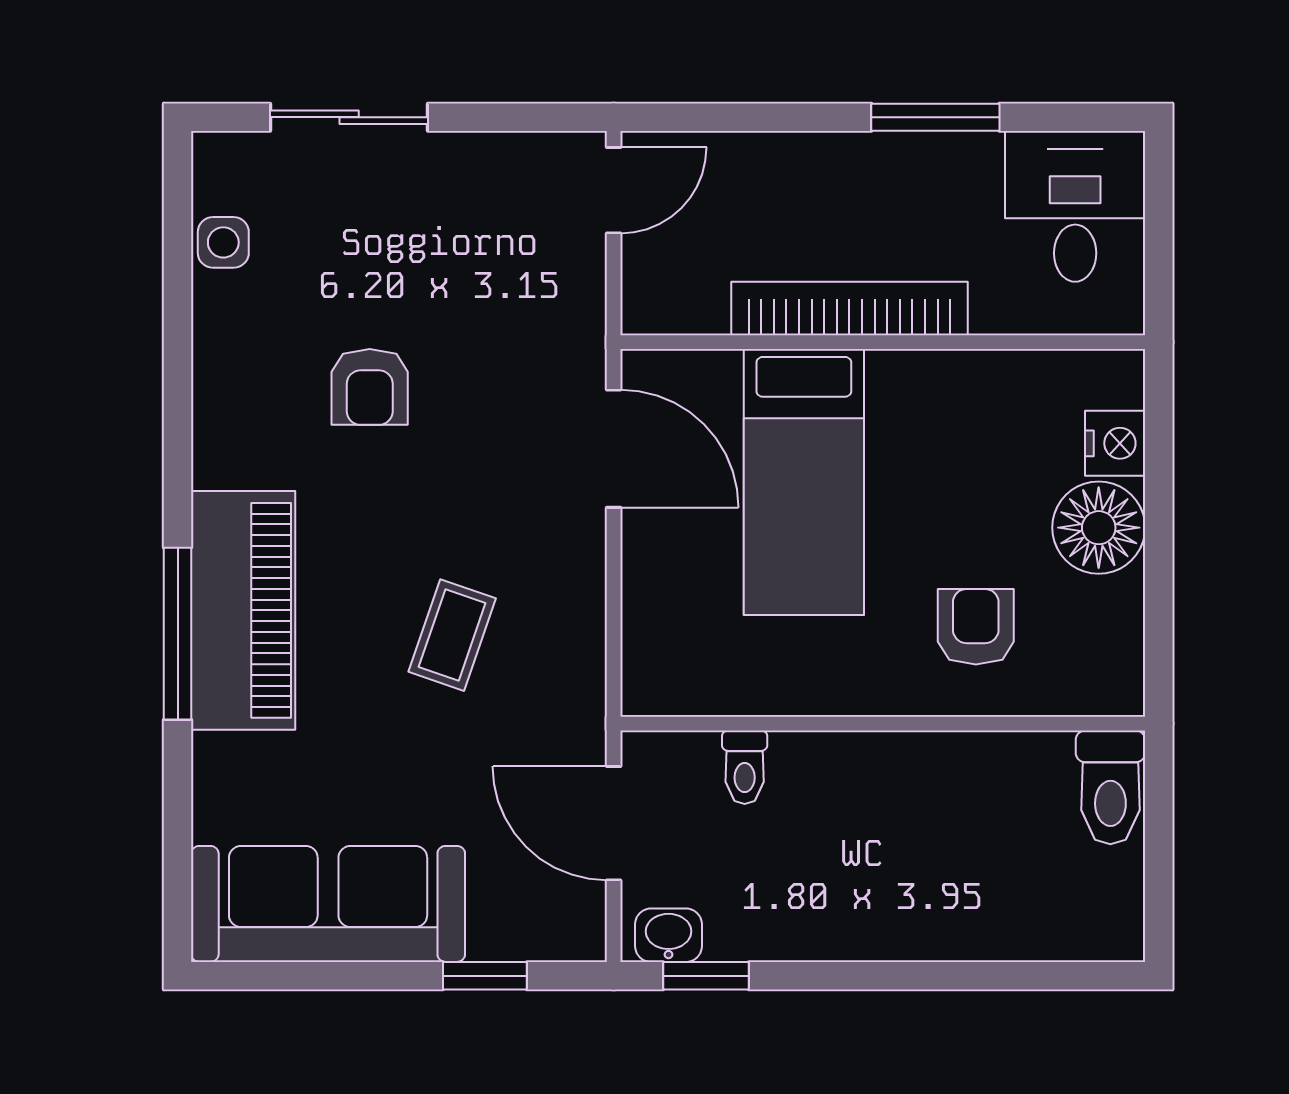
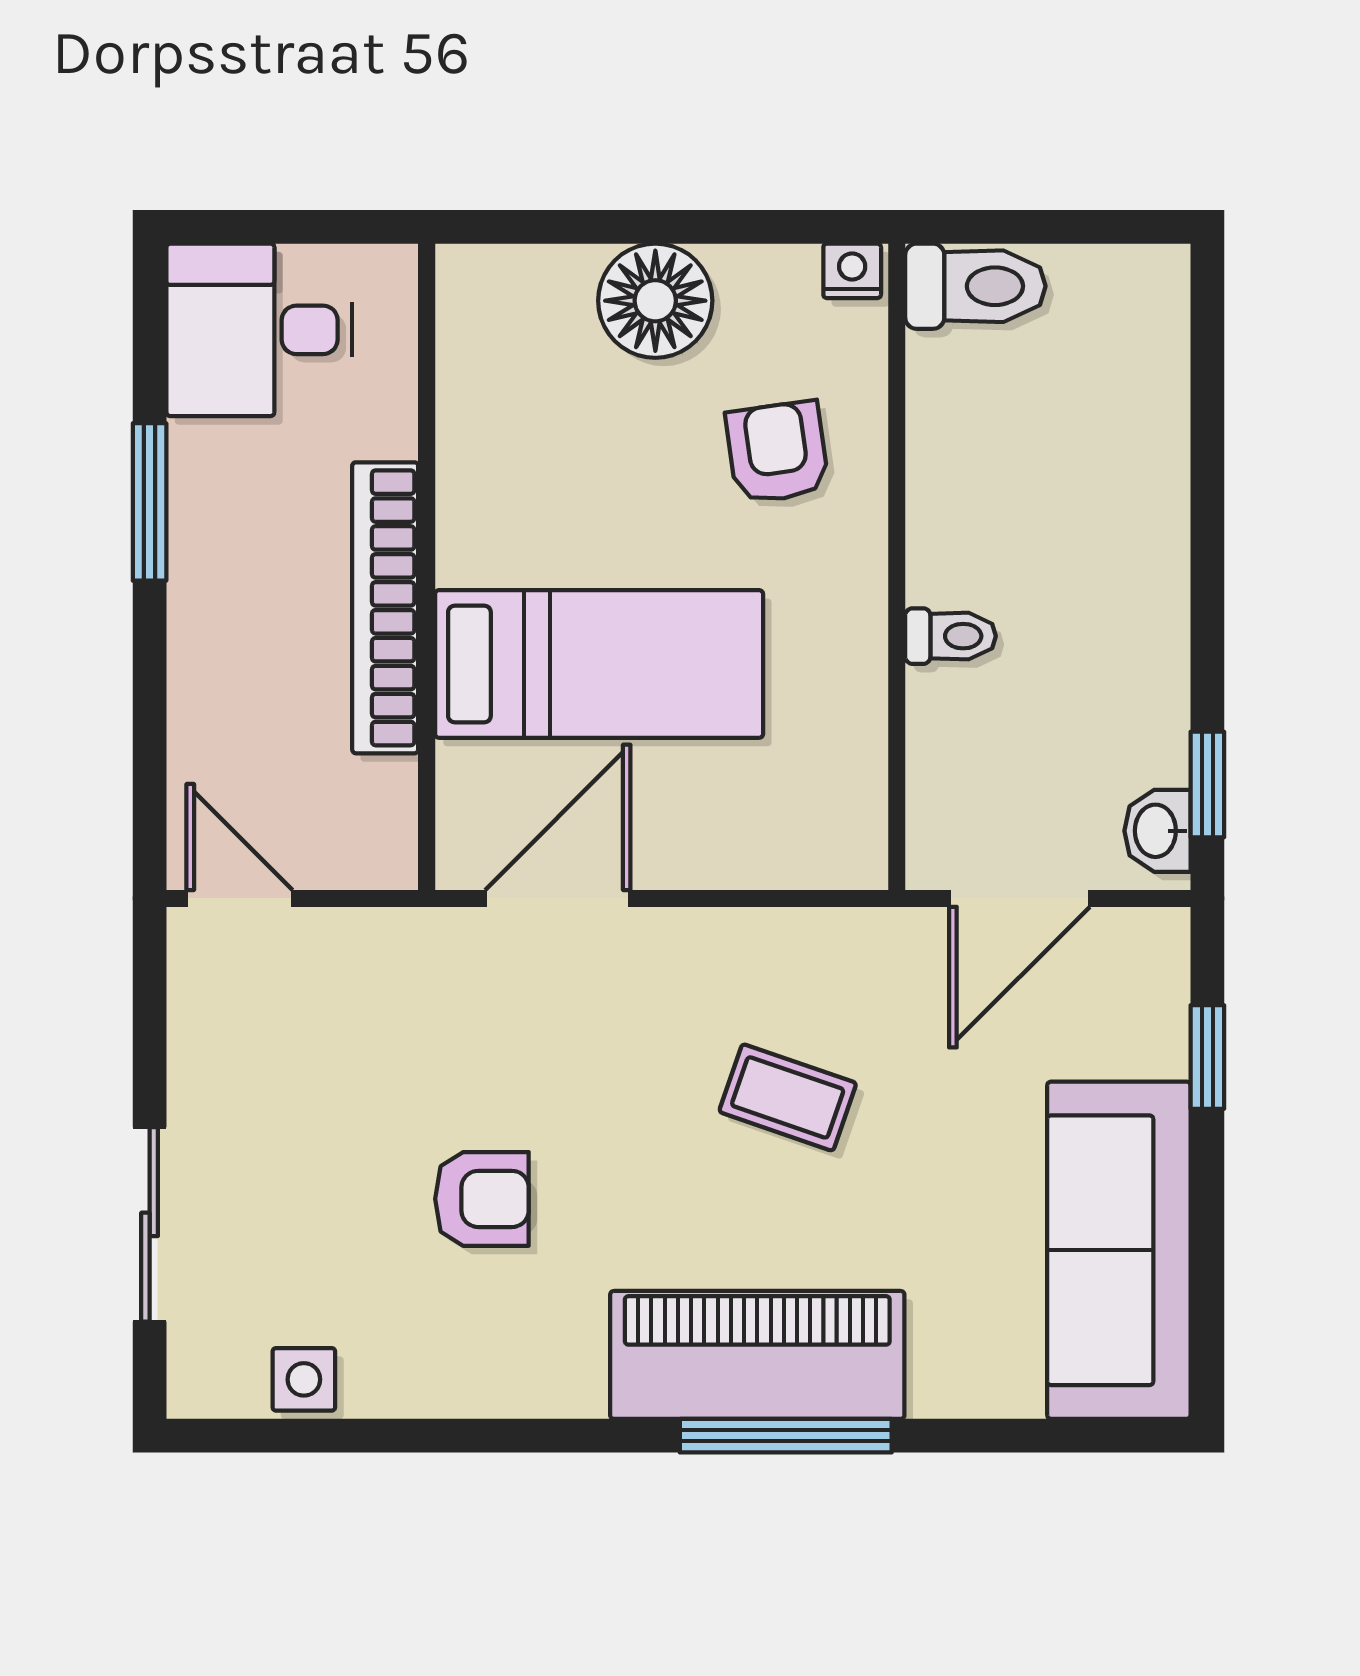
nightstand: (1115, 443) -> (852, 271), moved, width x0.72, depth x0.74
armchair: (976, 627) -> (777, 452), turned 82
toilet: (745, 767) -> (950, 636), moved

